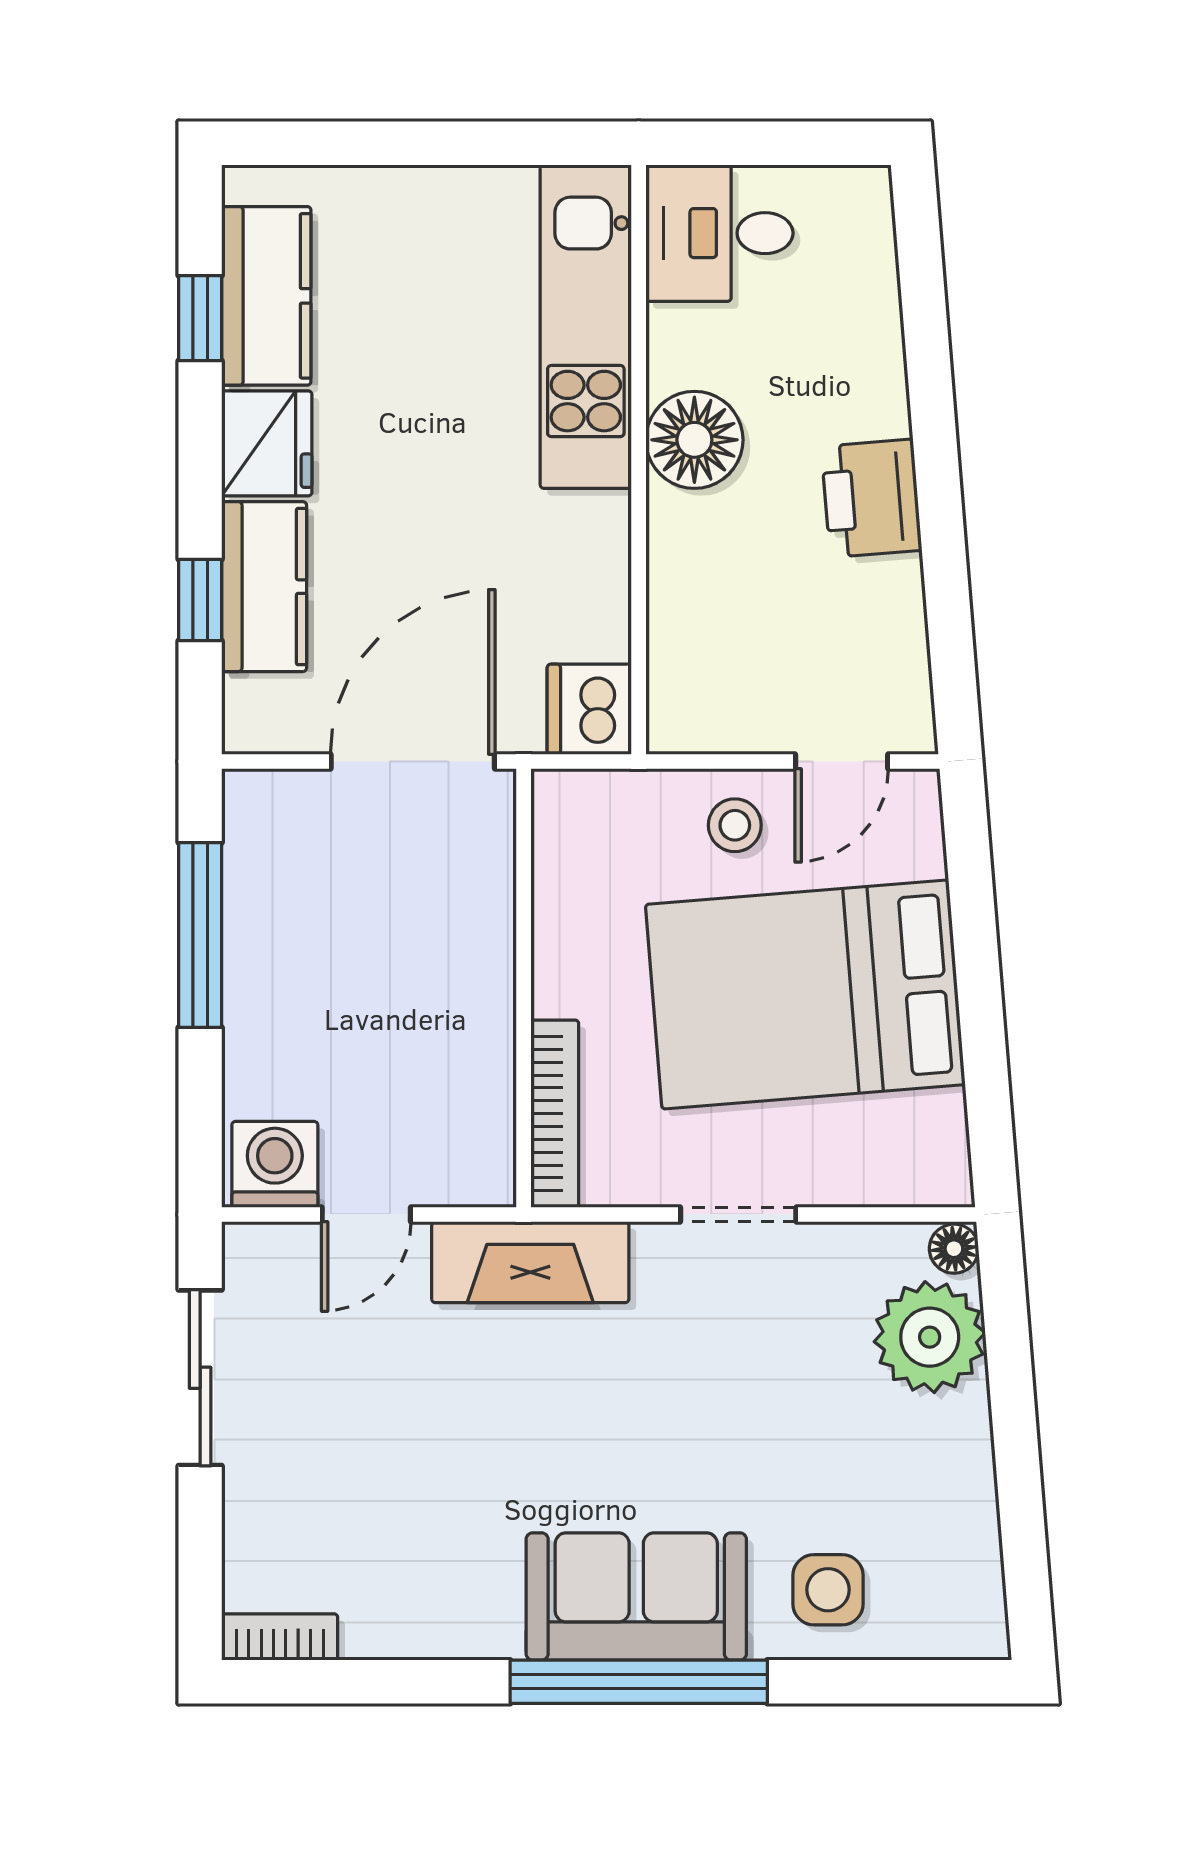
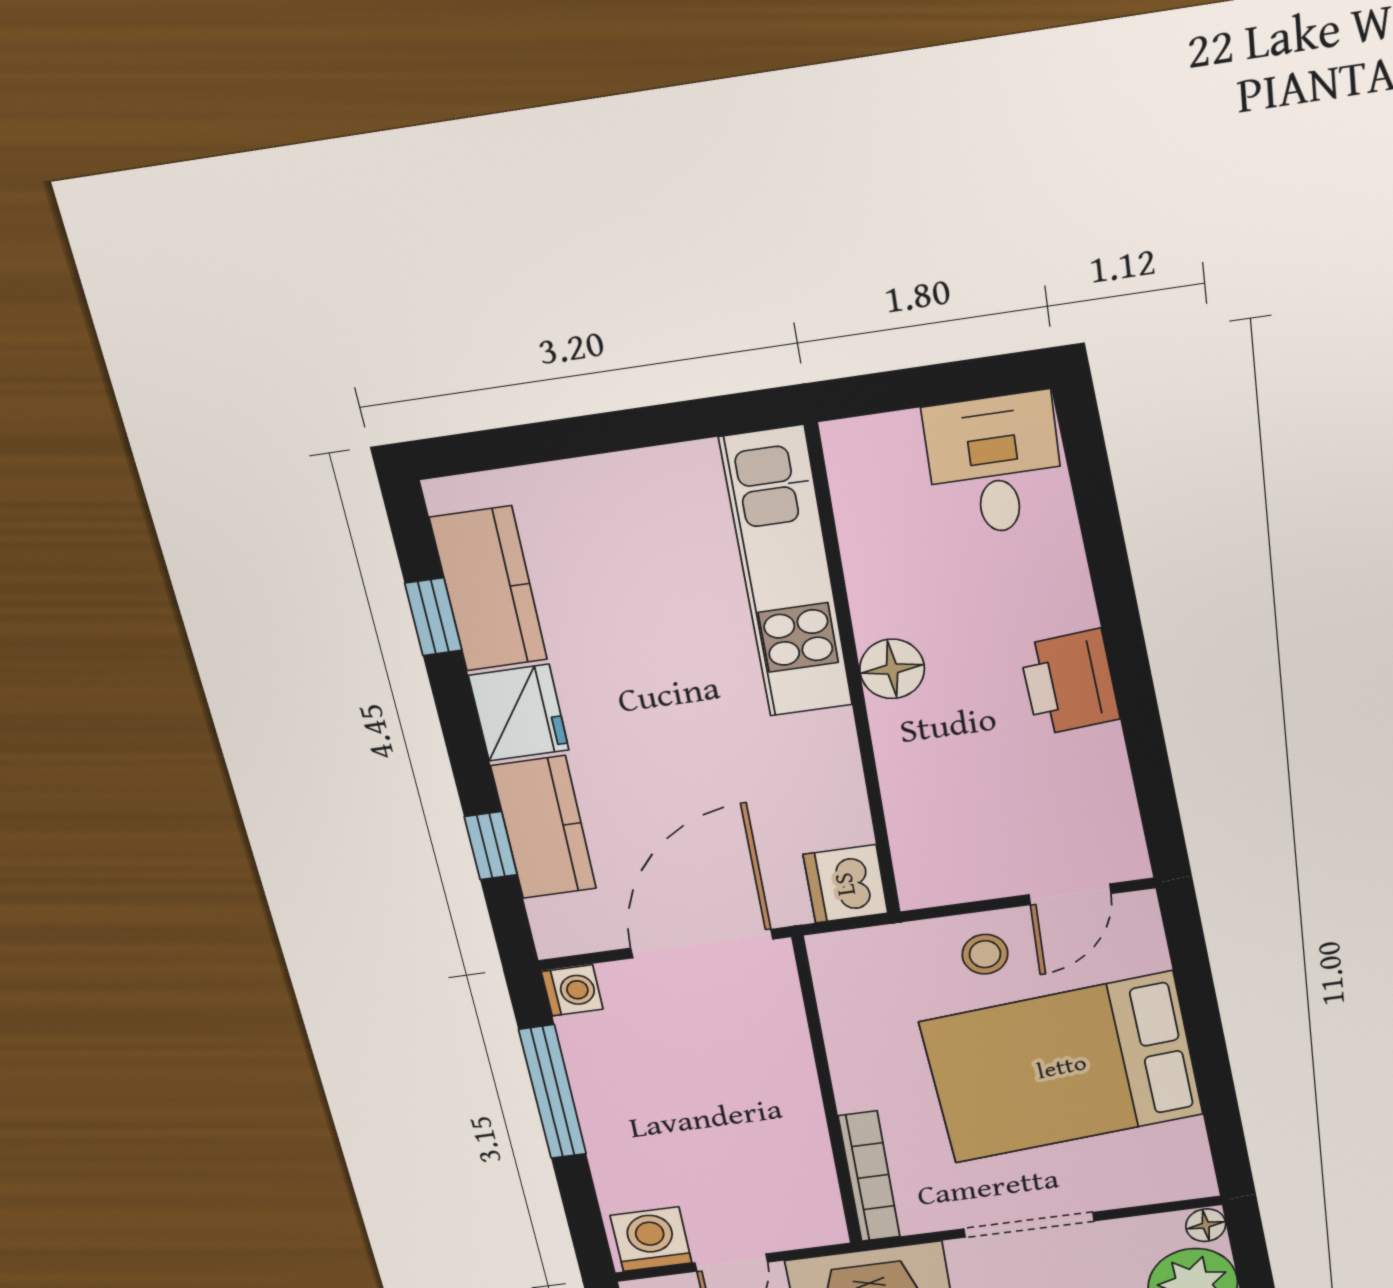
desk: (719, 233) -> (994, 465), moved, turned 90
floor lamp: (694, 440) -> (892, 669), width x0.73, depth x0.73
washing machine: (252, 800) -> (572, 990), added
doorway: (738, 1214) -> (1029, 1225), width x1.38

